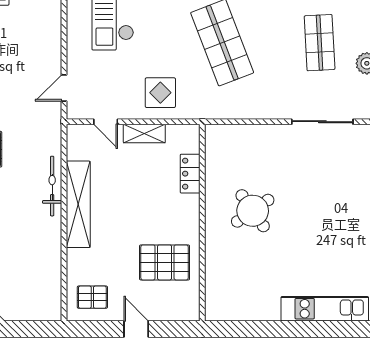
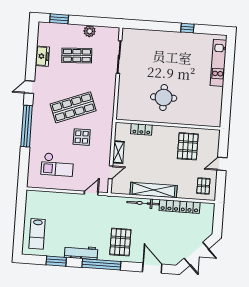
door: (64, 88) -> (91, 193), swing flipped
display table: (160, 93) -> (82, 137), moved
round table: (253, 211) -> (164, 97), turned 35
locker: (51, 255) -> (180, 206), added

